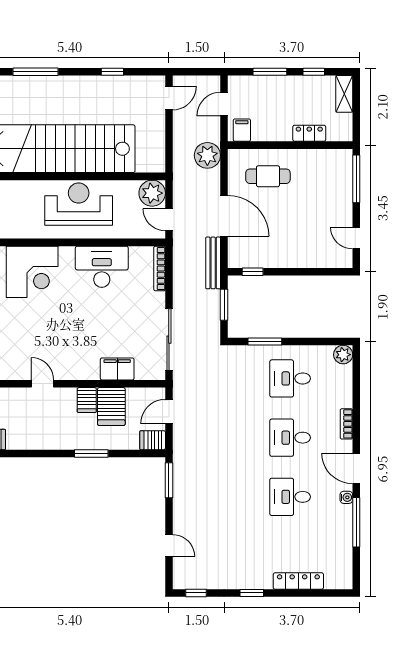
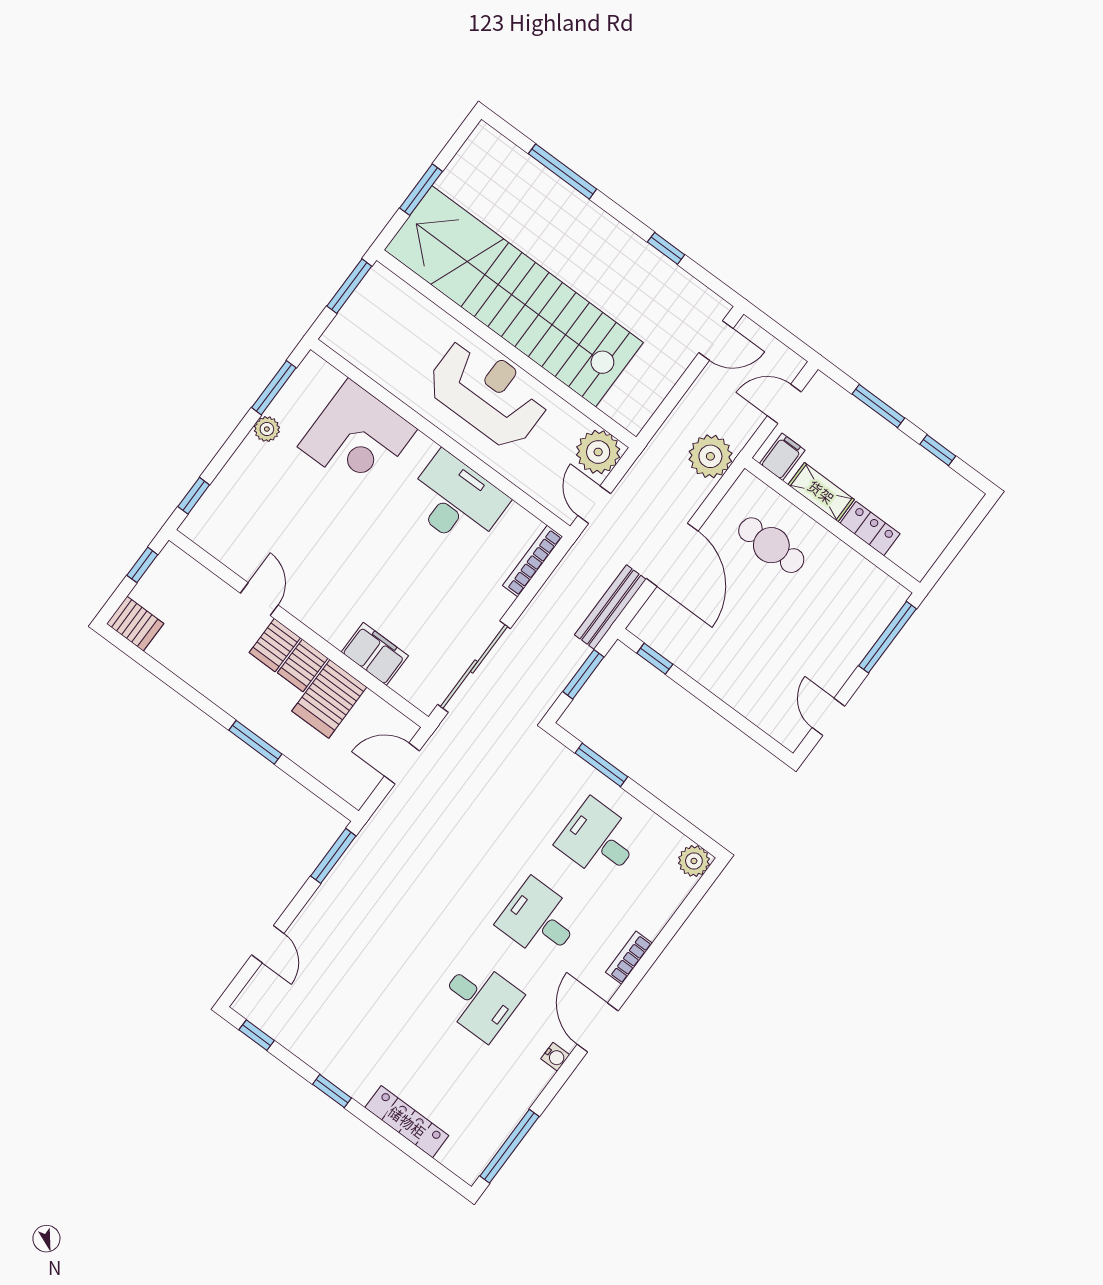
shelving: (344, 94) -> (821, 492), moved, turned 90
server rack: (153, 440) -> (275, 645), moved, turned -90
desk: (290, 497) -> (480, 1000), turned 180
window: (356, 522) -> (509, 1146), moved

